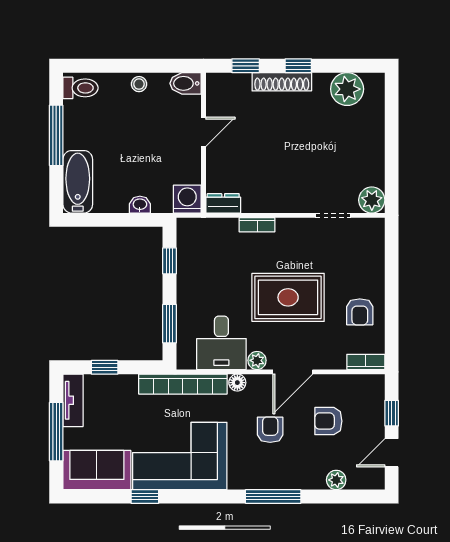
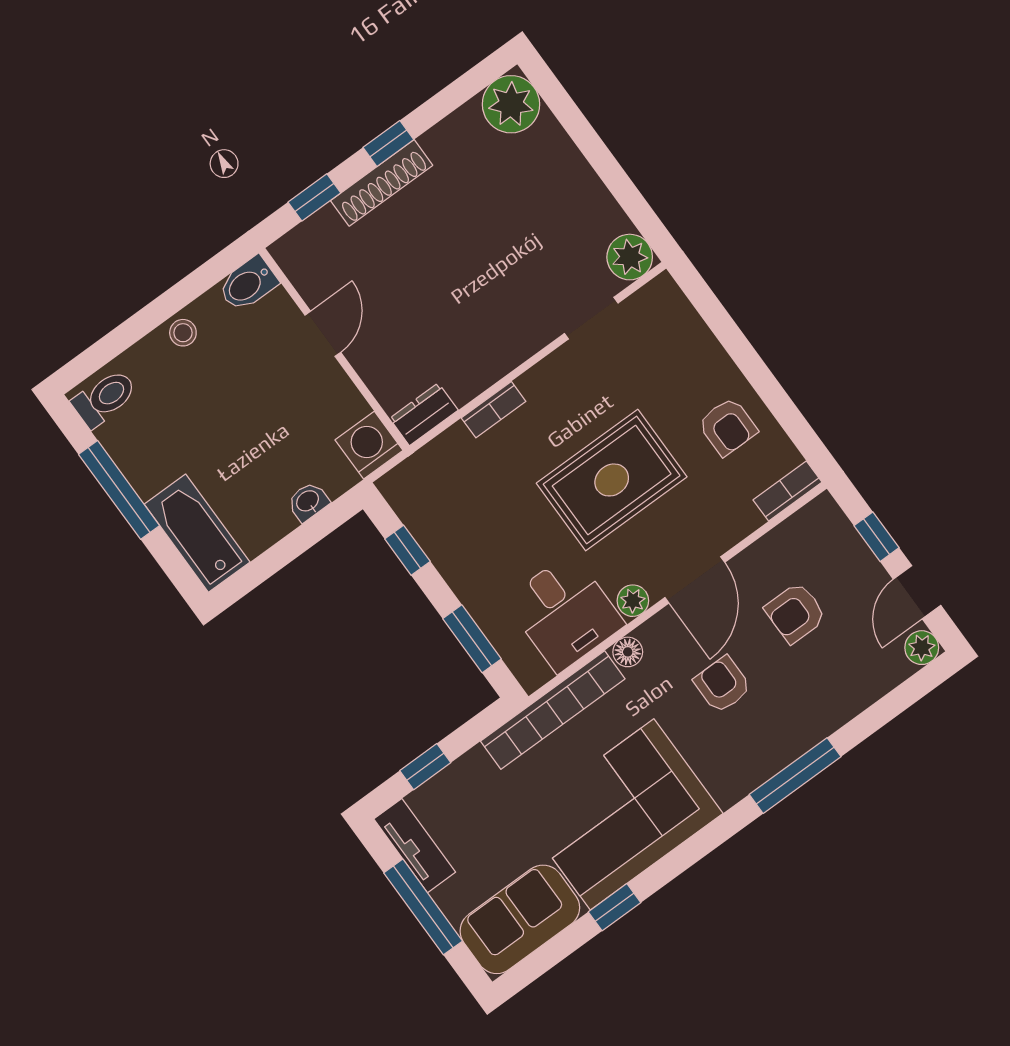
plant: (347, 89) -> (511, 104), moved
plant: (336, 480) -> (922, 648), moved

